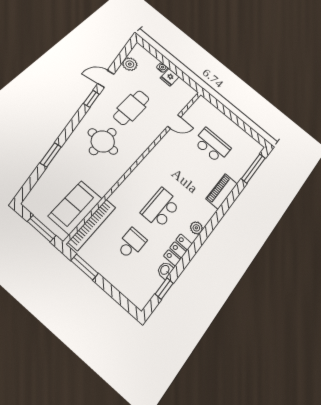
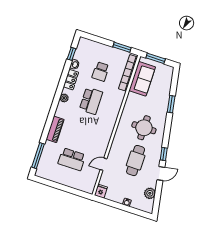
fridge: (170, 77) -> (101, 191), moved

